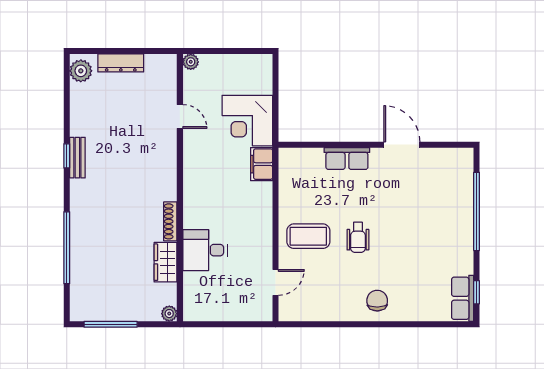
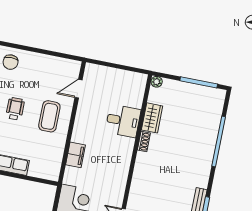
filing cabinet: (262, 164) -> (75, 155), moved
shoe rack: (170, 221) -> (144, 141), width x0.70
coffee table: (308, 236) -> (49, 116), turned 90

